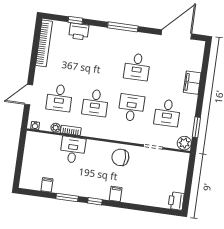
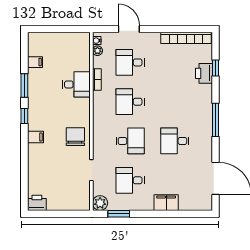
plant: (56, 128) -> (97, 51), moved

